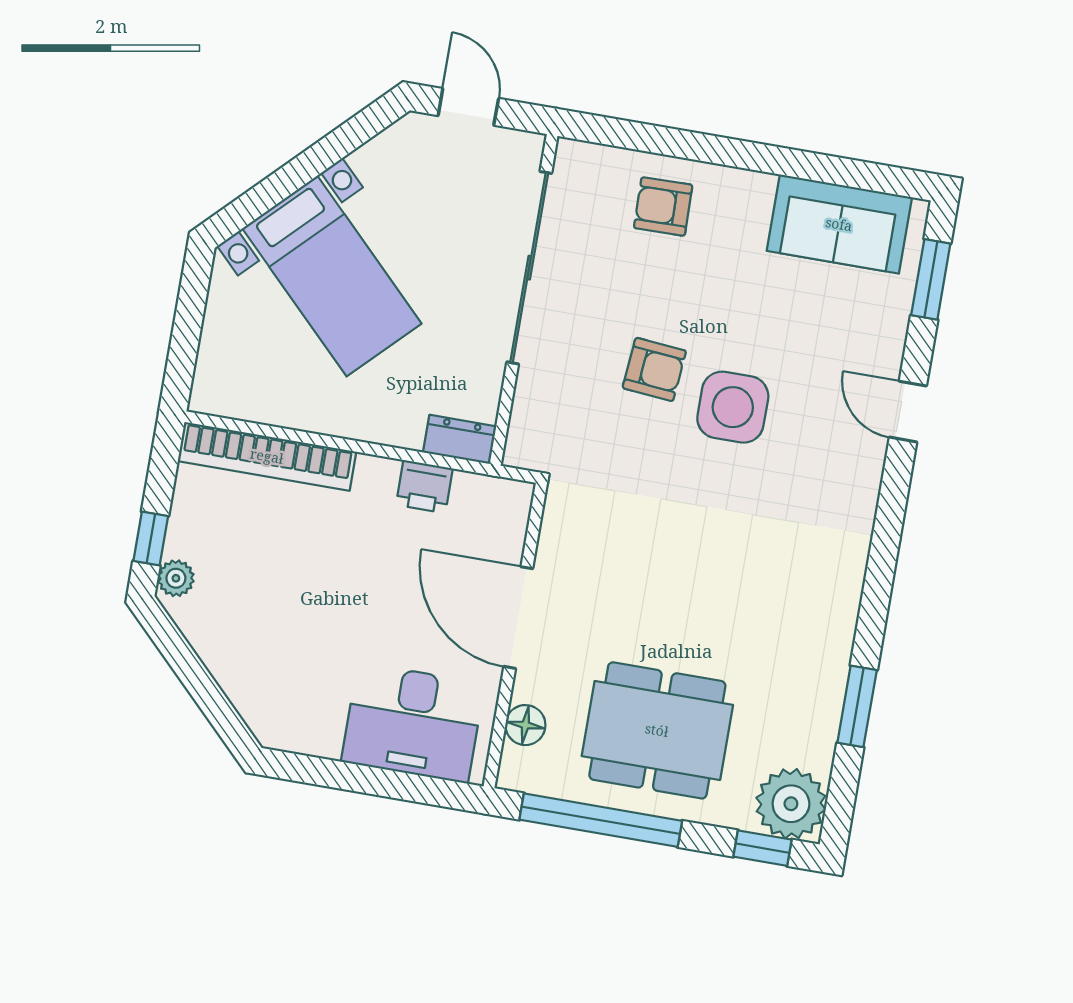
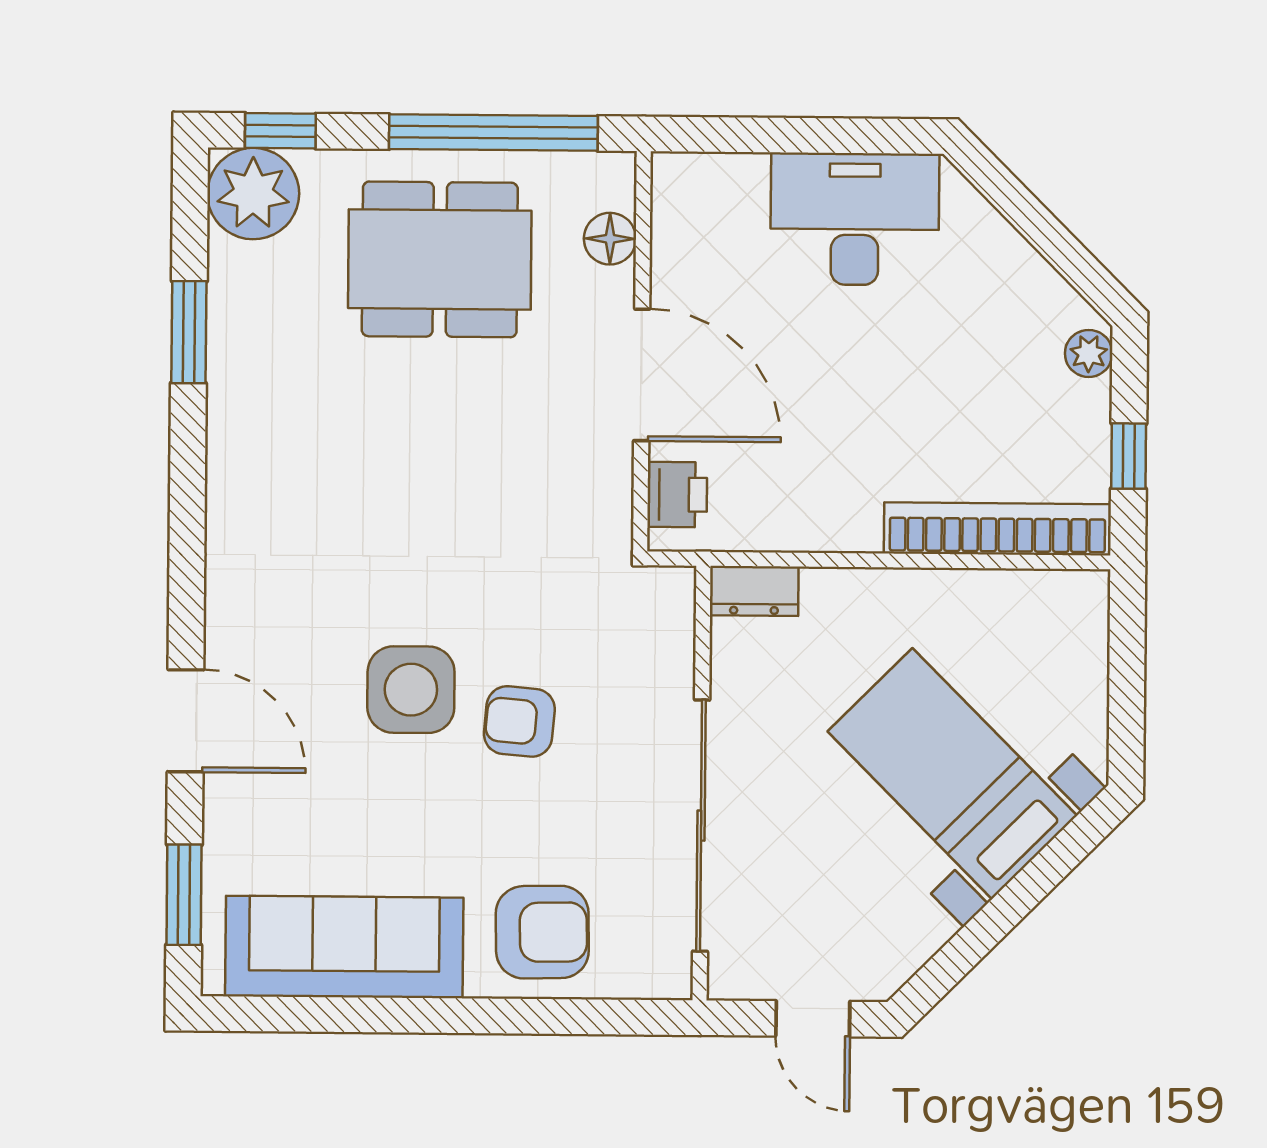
armchair: (663, 206) -> (542, 932), width x1.38, depth x1.38
sofa: (839, 224) -> (344, 947), width x1.36
door: (908, 412) -> (185, 721), width x1.38
printer: (424, 487) -> (677, 495), moved, turned 90
window: (151, 539) -> (1129, 456), moved
desk: (413, 723) -> (855, 219), moved

